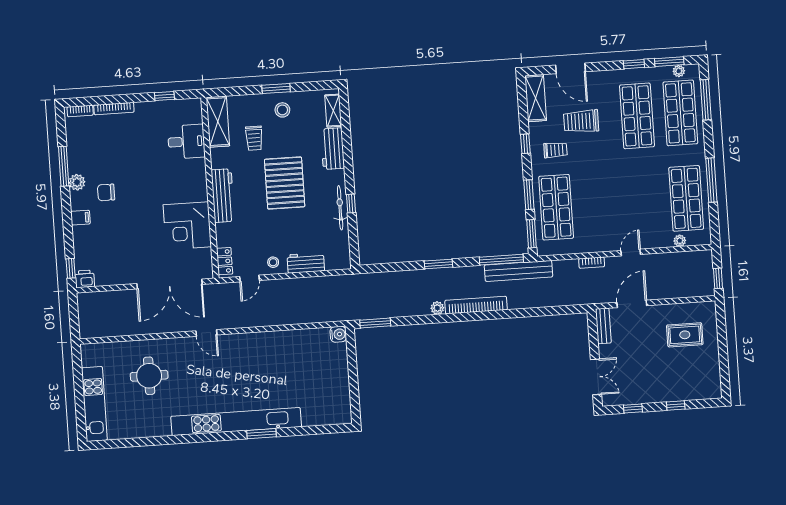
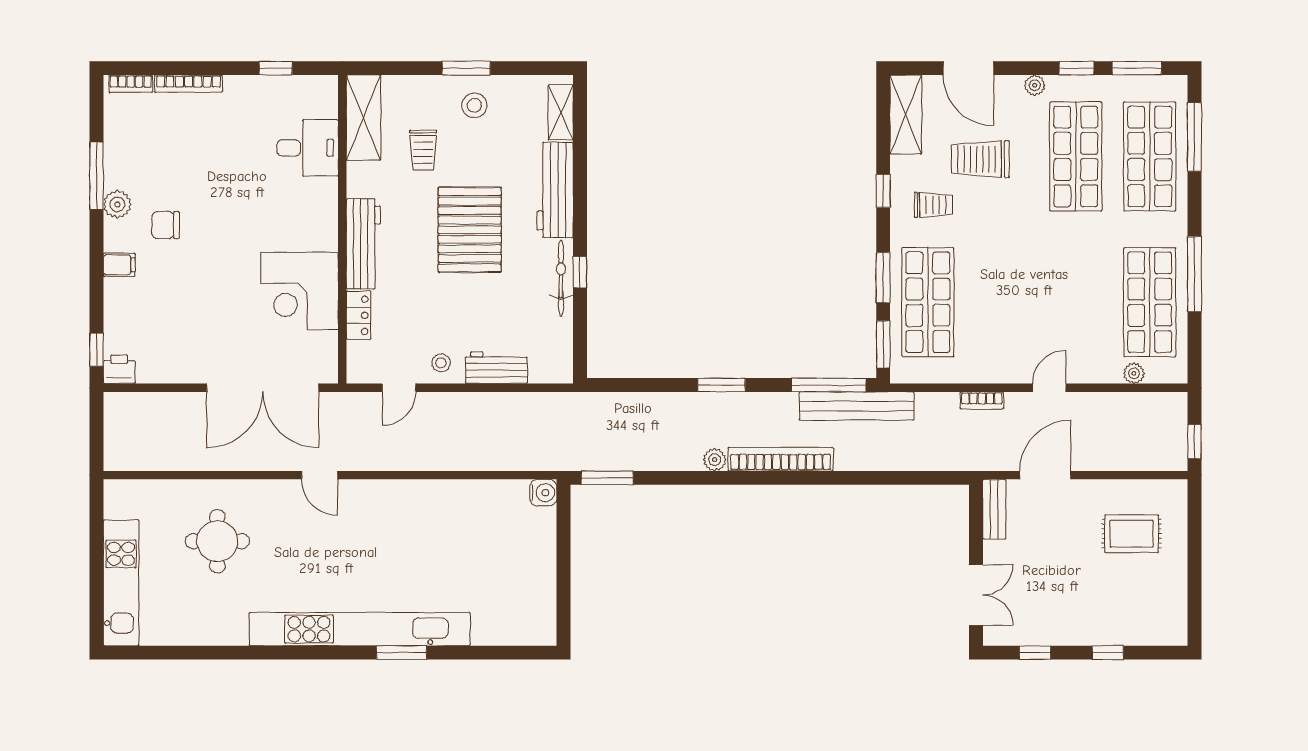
plant: (679, 71) -> (1035, 85), moved
workbench: (333, 149) -> (555, 190), width x1.38
locker: (225, 261) -> (359, 315), moved

